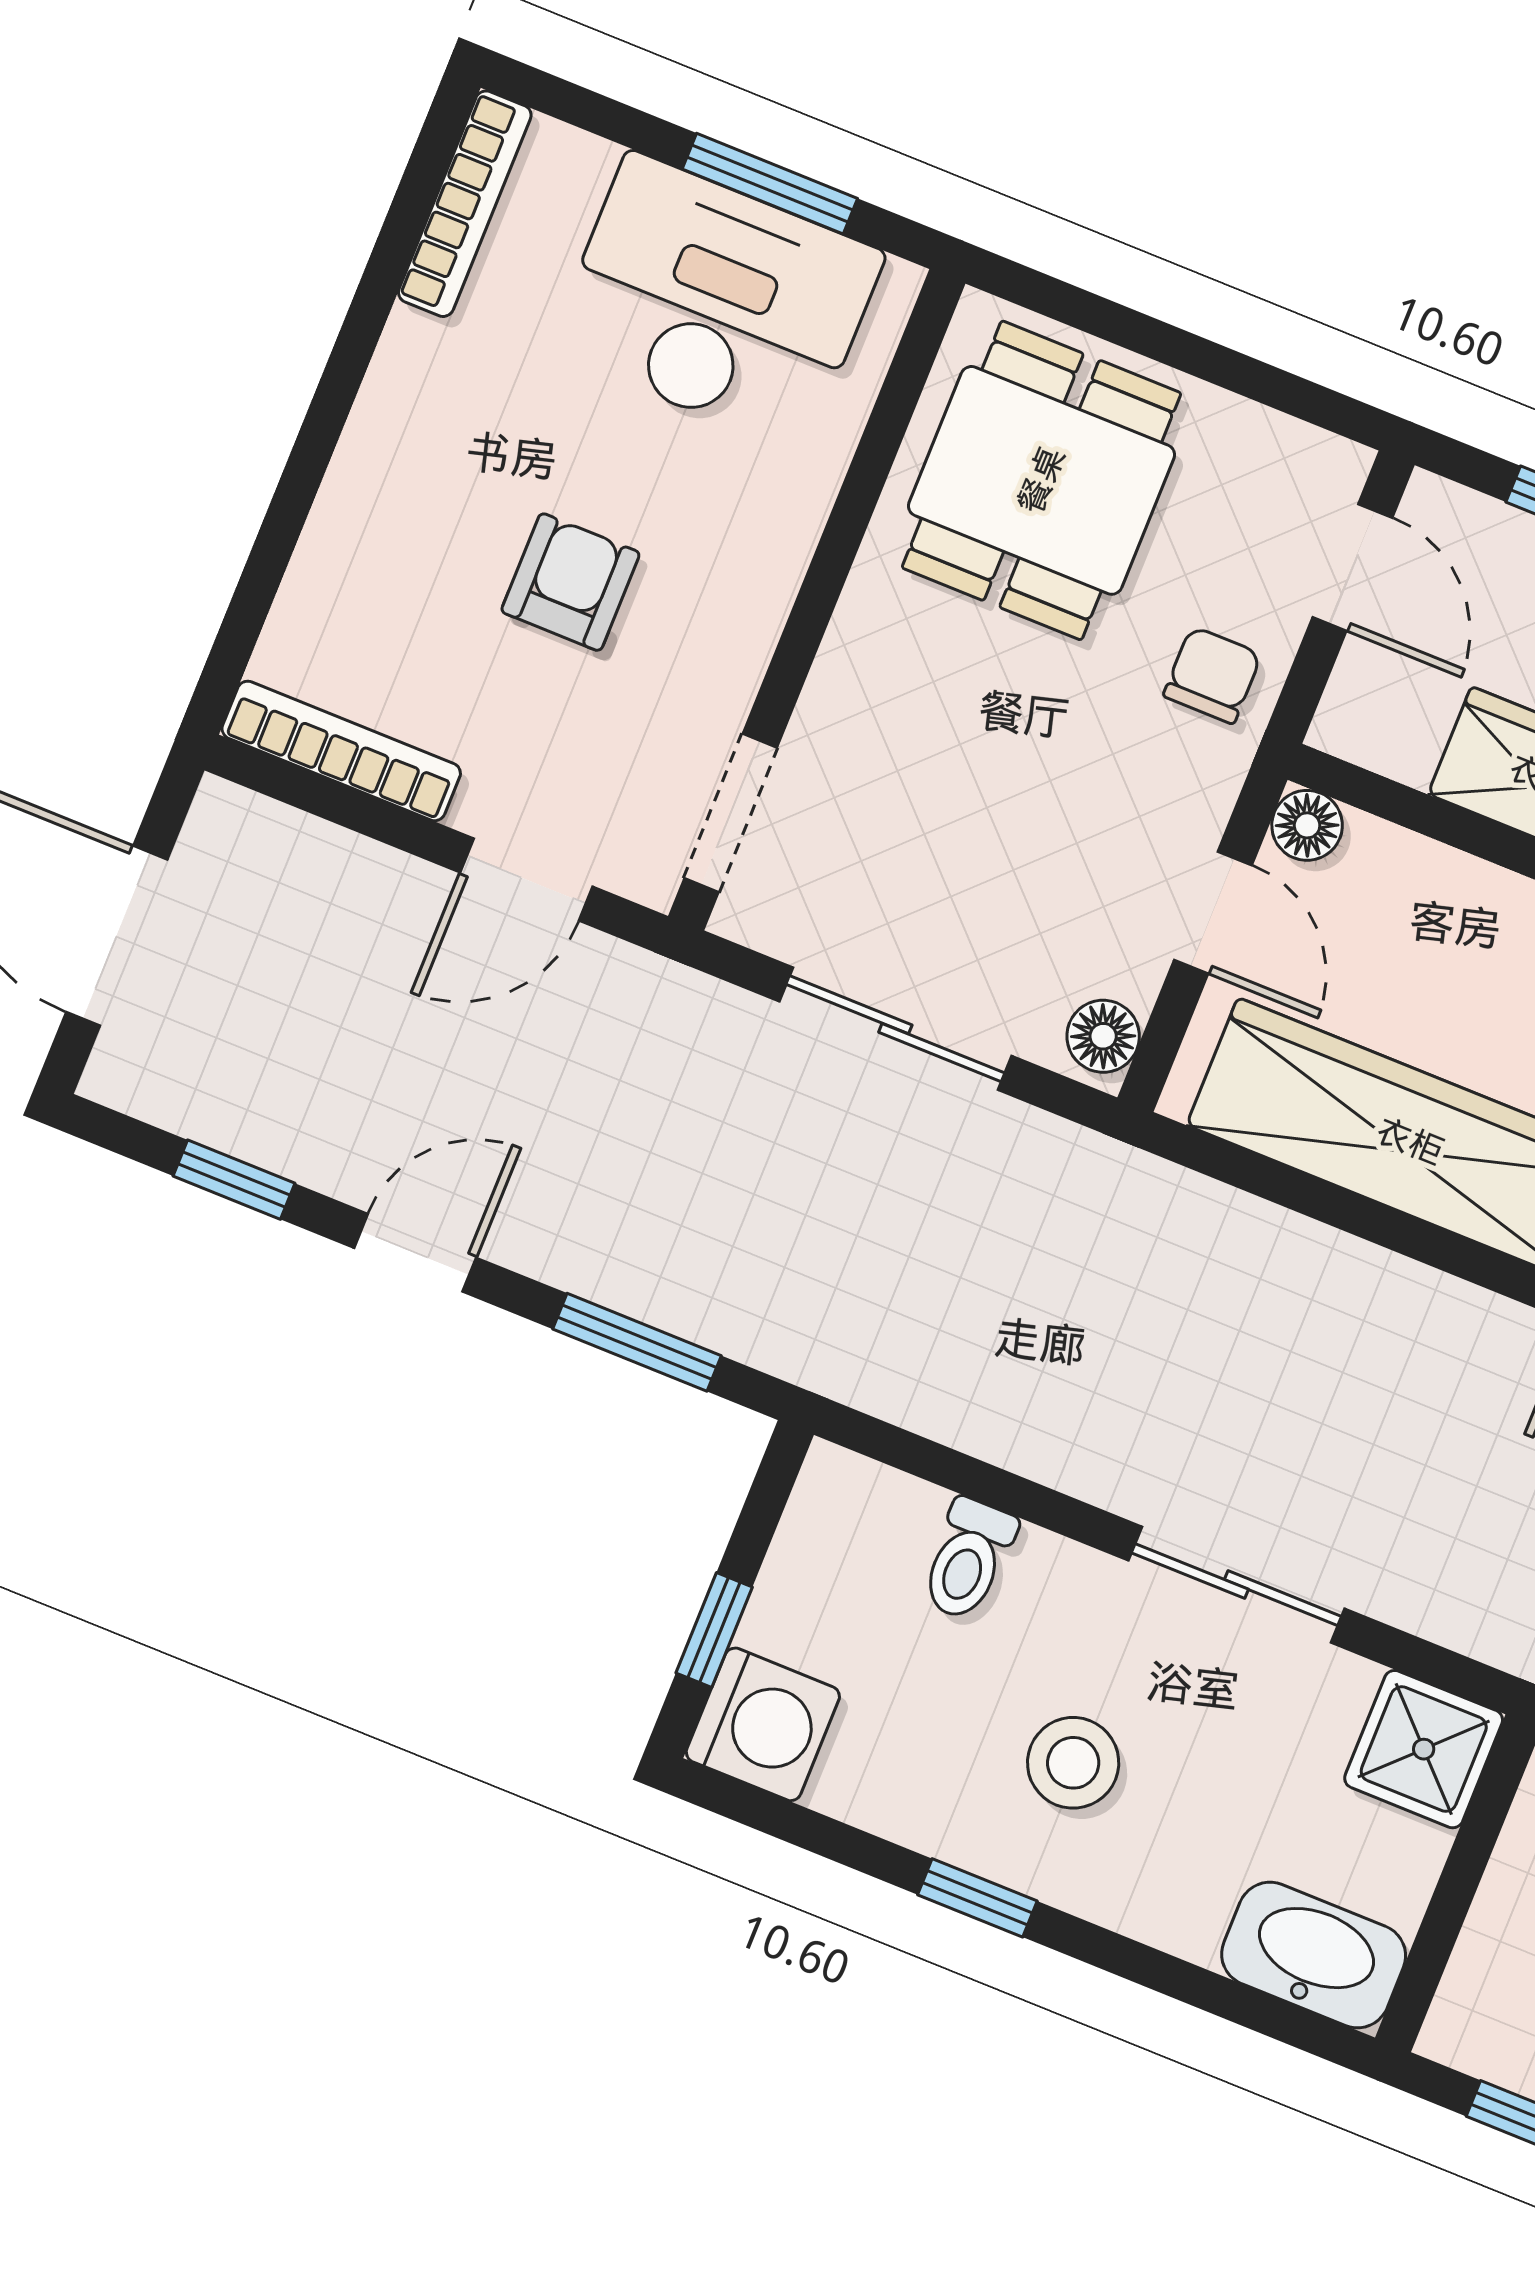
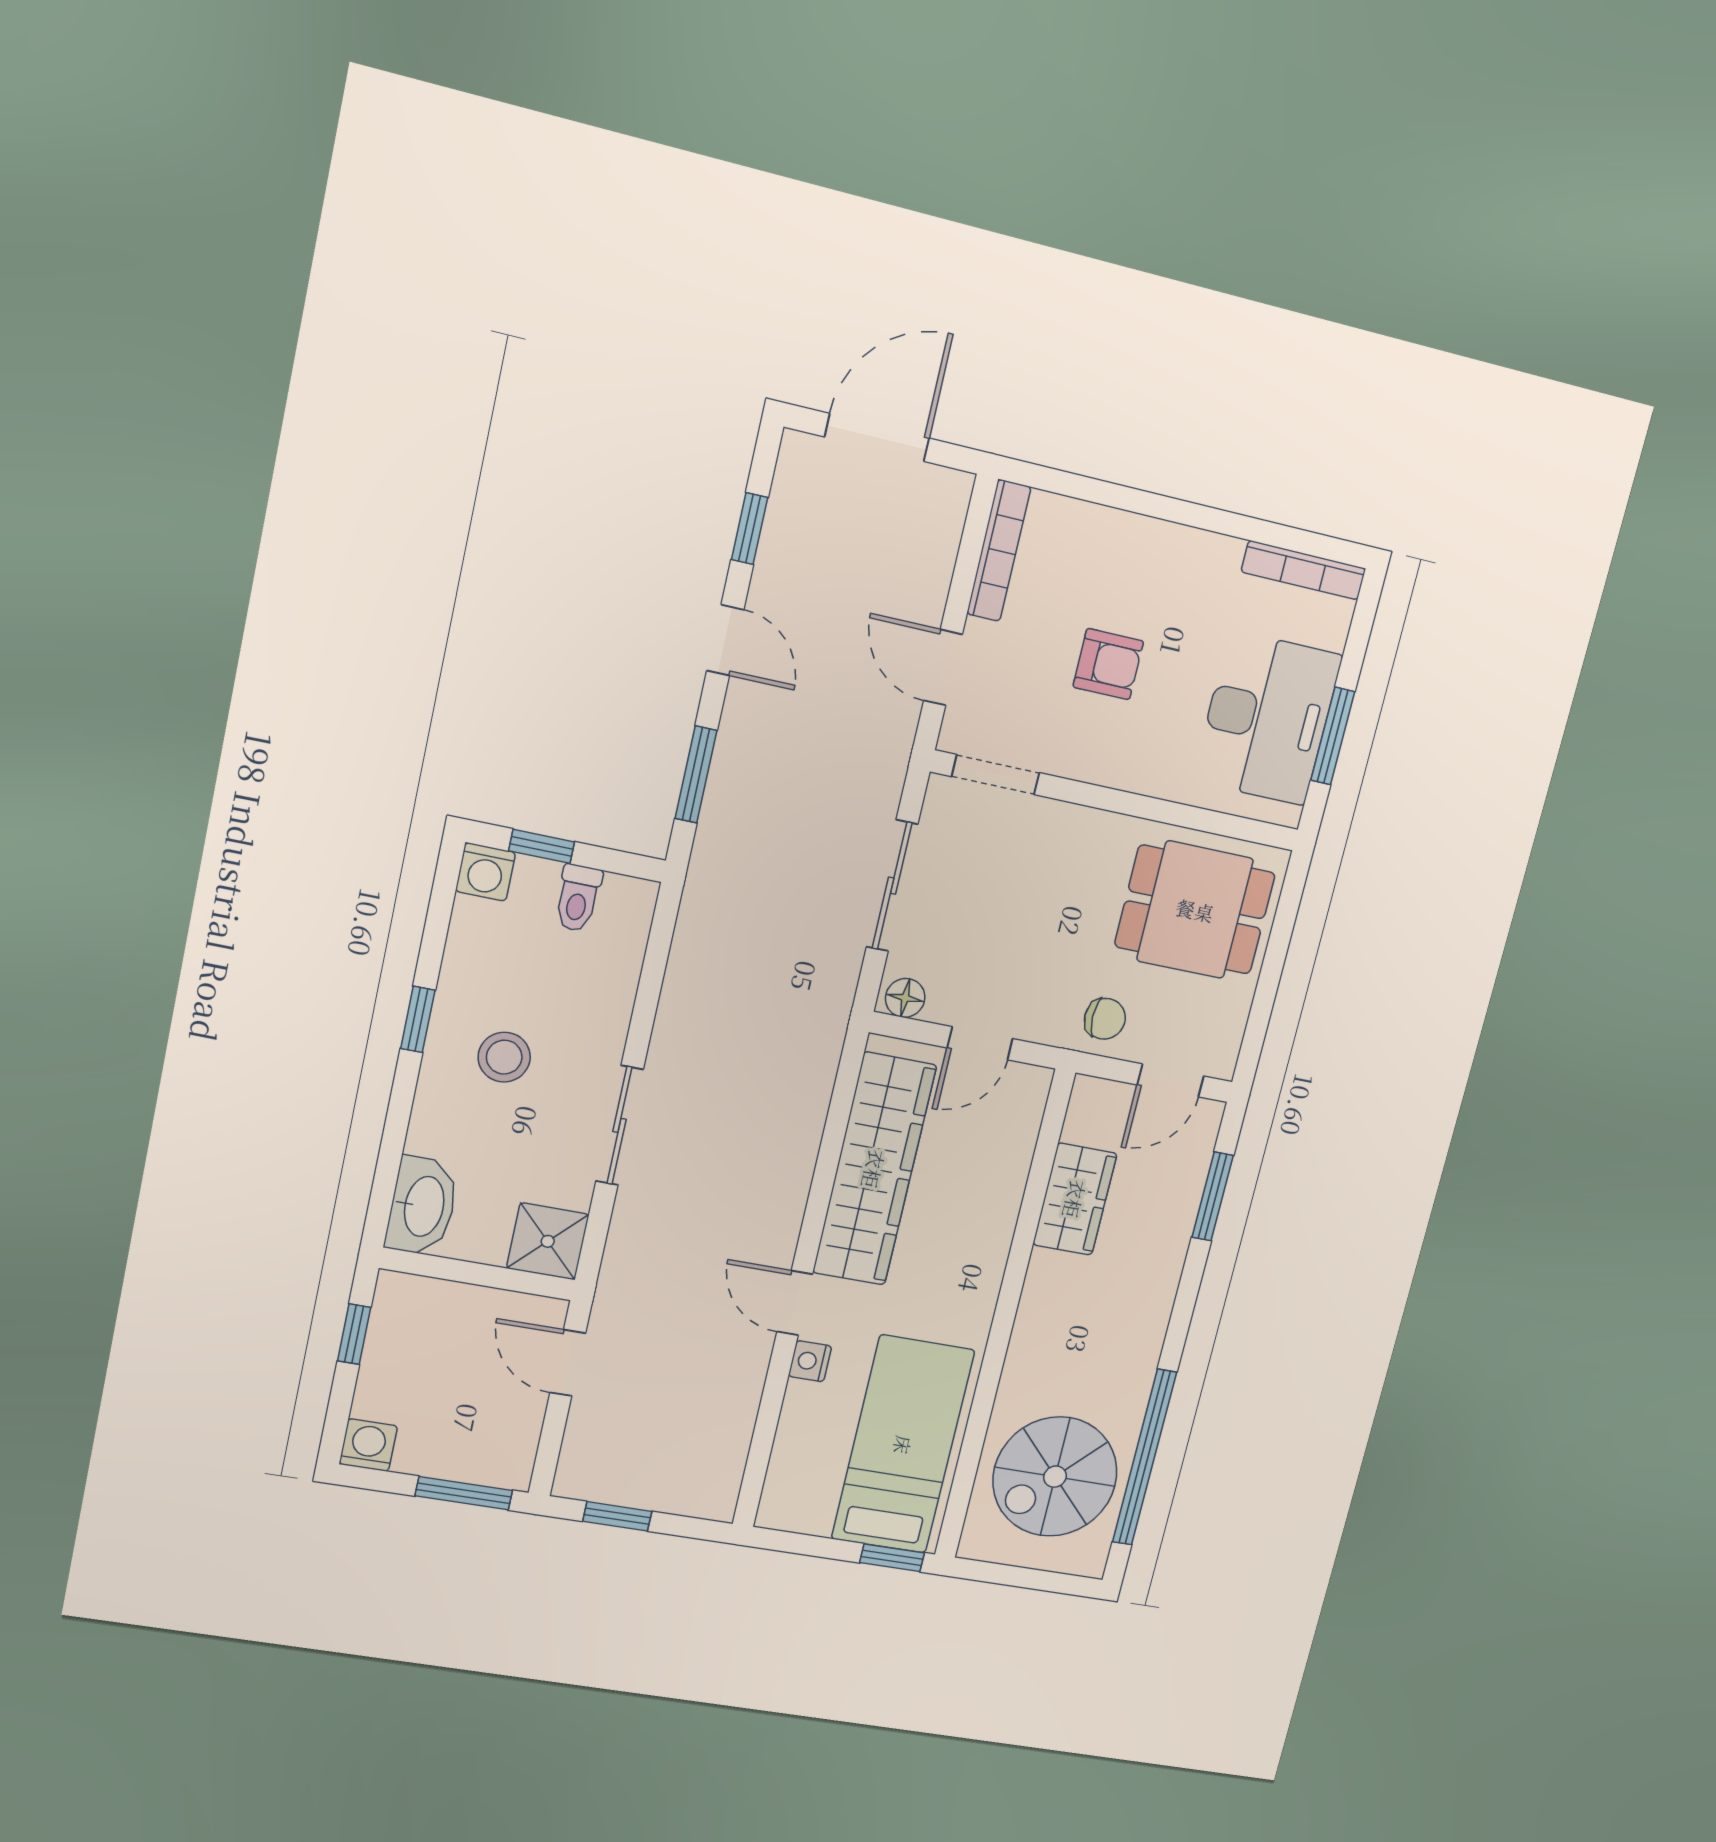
floor lamp: (1307, 825) -> (1033, 1083), removed
toilet: (968, 1559) -> (578, 898), moved, turned -90
washing machine: (763, 1724) -> (485, 872), width x0.73, depth x0.73

